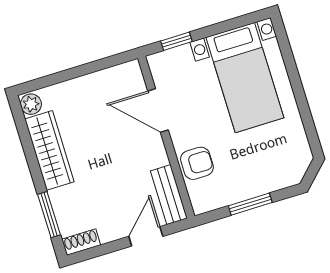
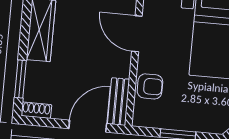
door: (146, 236) -> (88, 126), width x1.38

